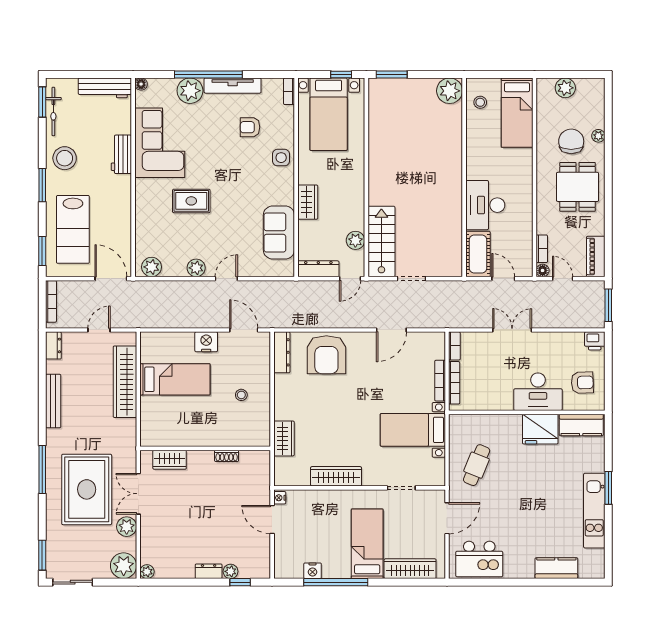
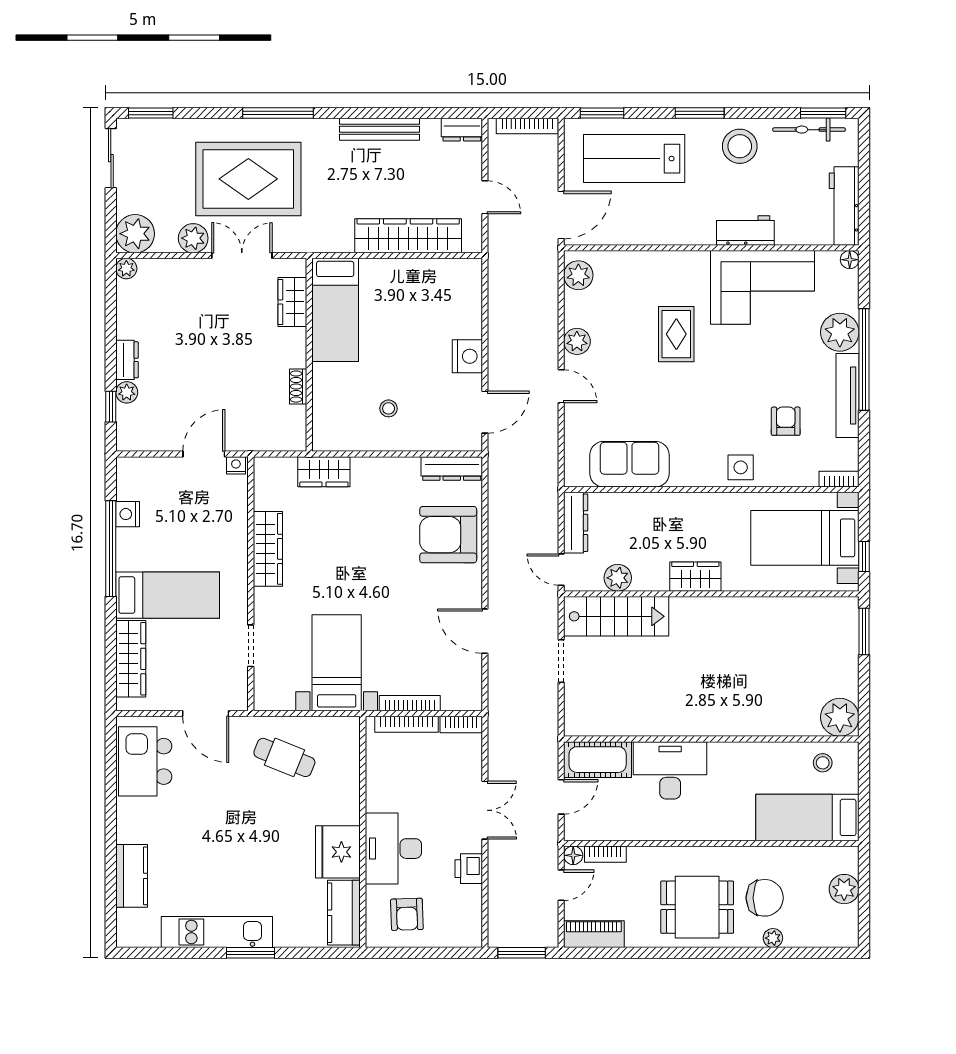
wardrobe: (308, 202) -> (695, 577), moved, turned 180
printer: (595, 341) -> (469, 869), moved
bed: (175, 379) -> (335, 310), moved

